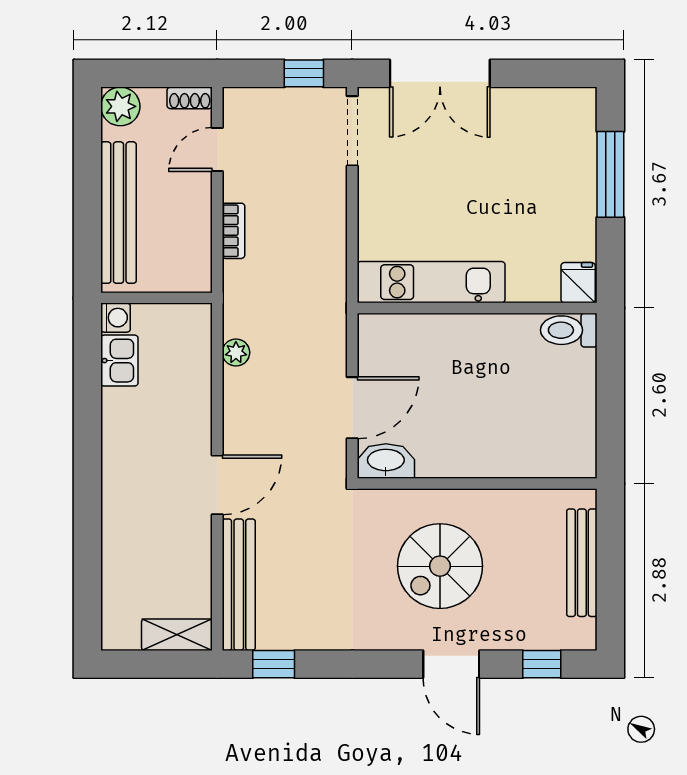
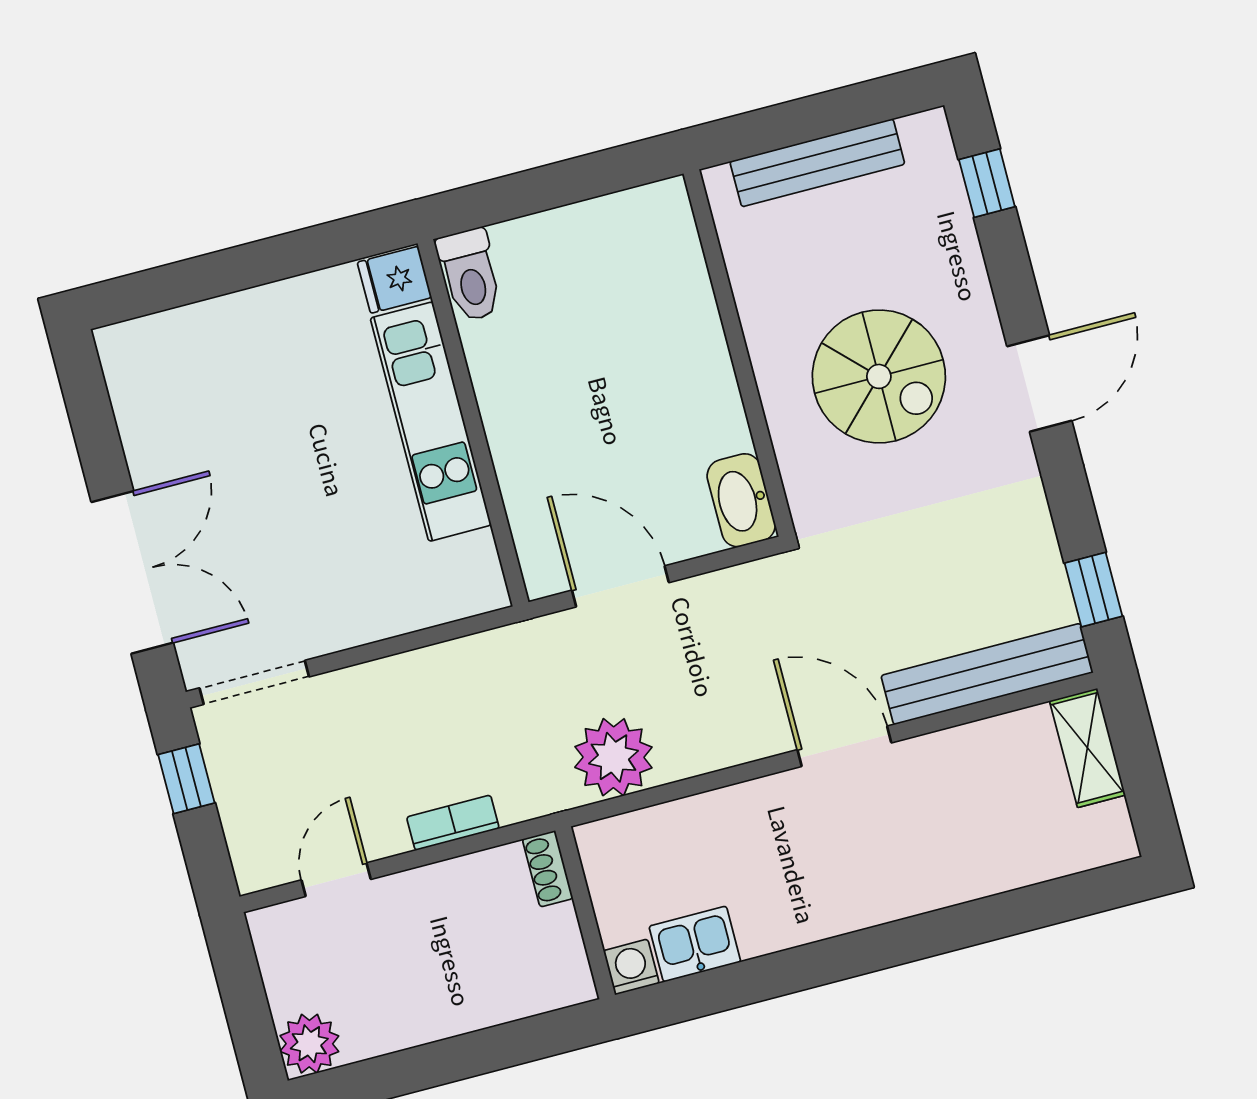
shoe rack: (190, 98) -> (548, 869), moved, turned 180
door: (217, 149) -> (336, 880), swing flipped
window: (610, 174) -> (218, 274), removed
bench: (118, 213) -> (471, 1004), removed
kitchen unit: (431, 282) -> (431, 422), moved
plant: (236, 352) -> (613, 757), width x1.87, depth x1.87
door: (352, 408) -> (620, 586), moved
door: (451, 664) -> (1039, 384), moved

